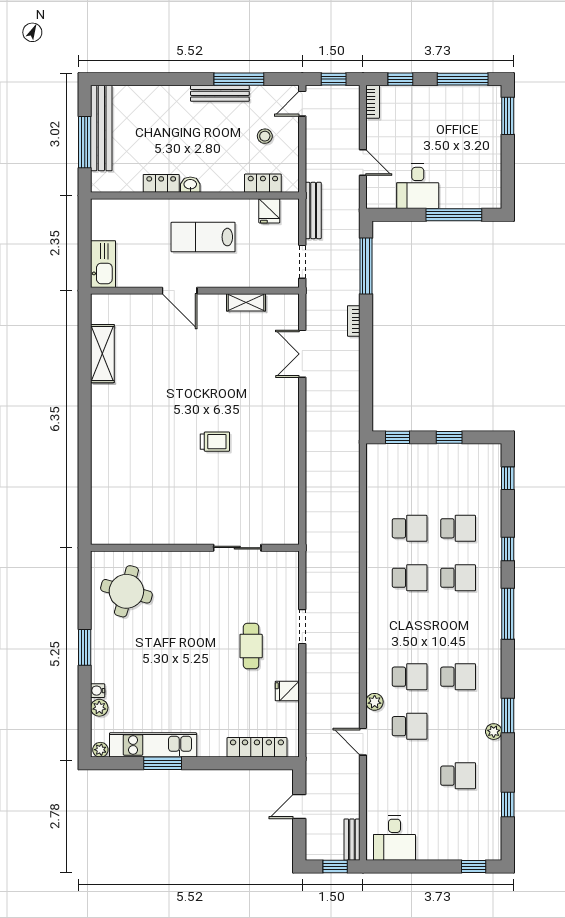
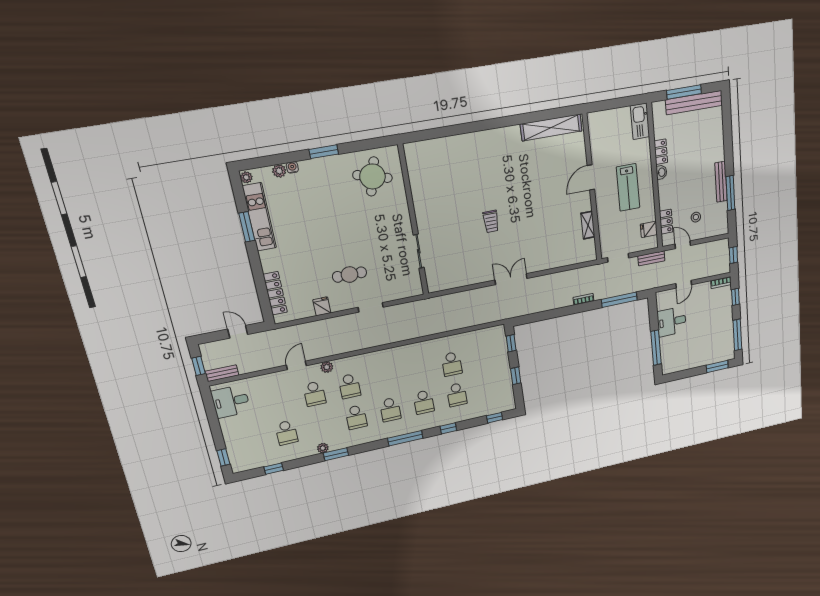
door: (302, 104) -> (683, 245), moved
bench: (313, 210) -> (651, 258), width x0.73
lab bench: (203, 237) -> (628, 187), turned 180
kitchen sink: (103, 264) -> (640, 121), moved, turned 90
shelving: (102, 354) -> (551, 127), width x1.47
double door: (302, 354) -> (511, 279), moved
school desk: (410, 578) -> (390, 410), moved

